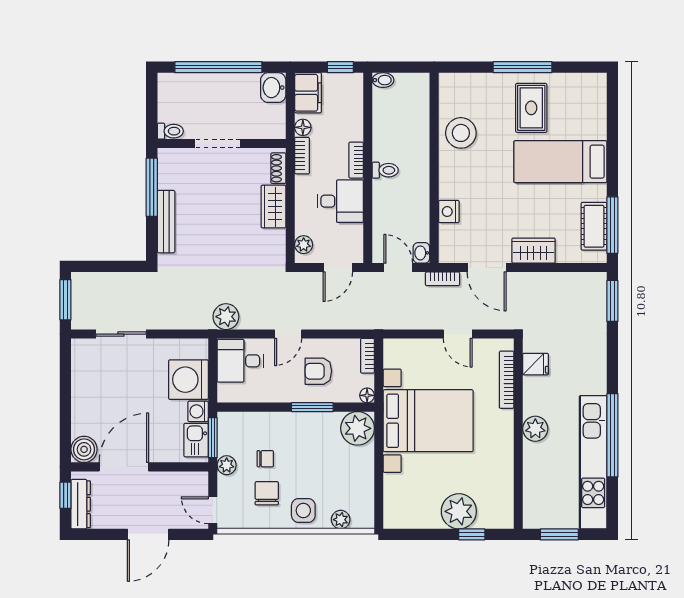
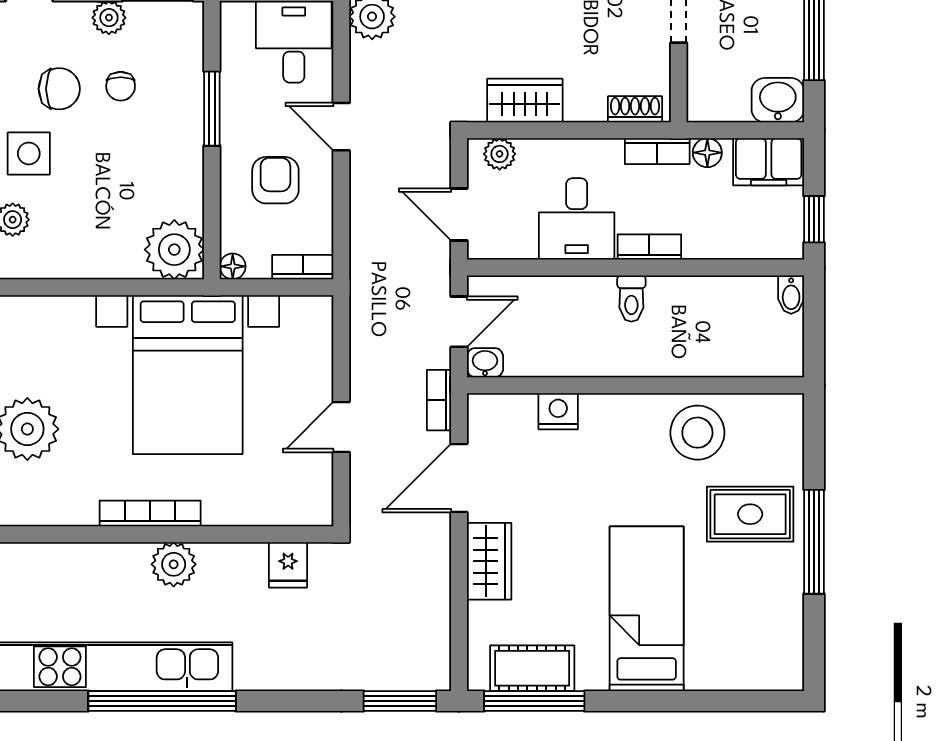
rug: (531, 108) -> (750, 514), moved
wardrobe: (273, 207) -> (525, 101), moved
bookcase: (507, 380) -> (150, 513), moved
window: (312, 407) -> (212, 109), moved

